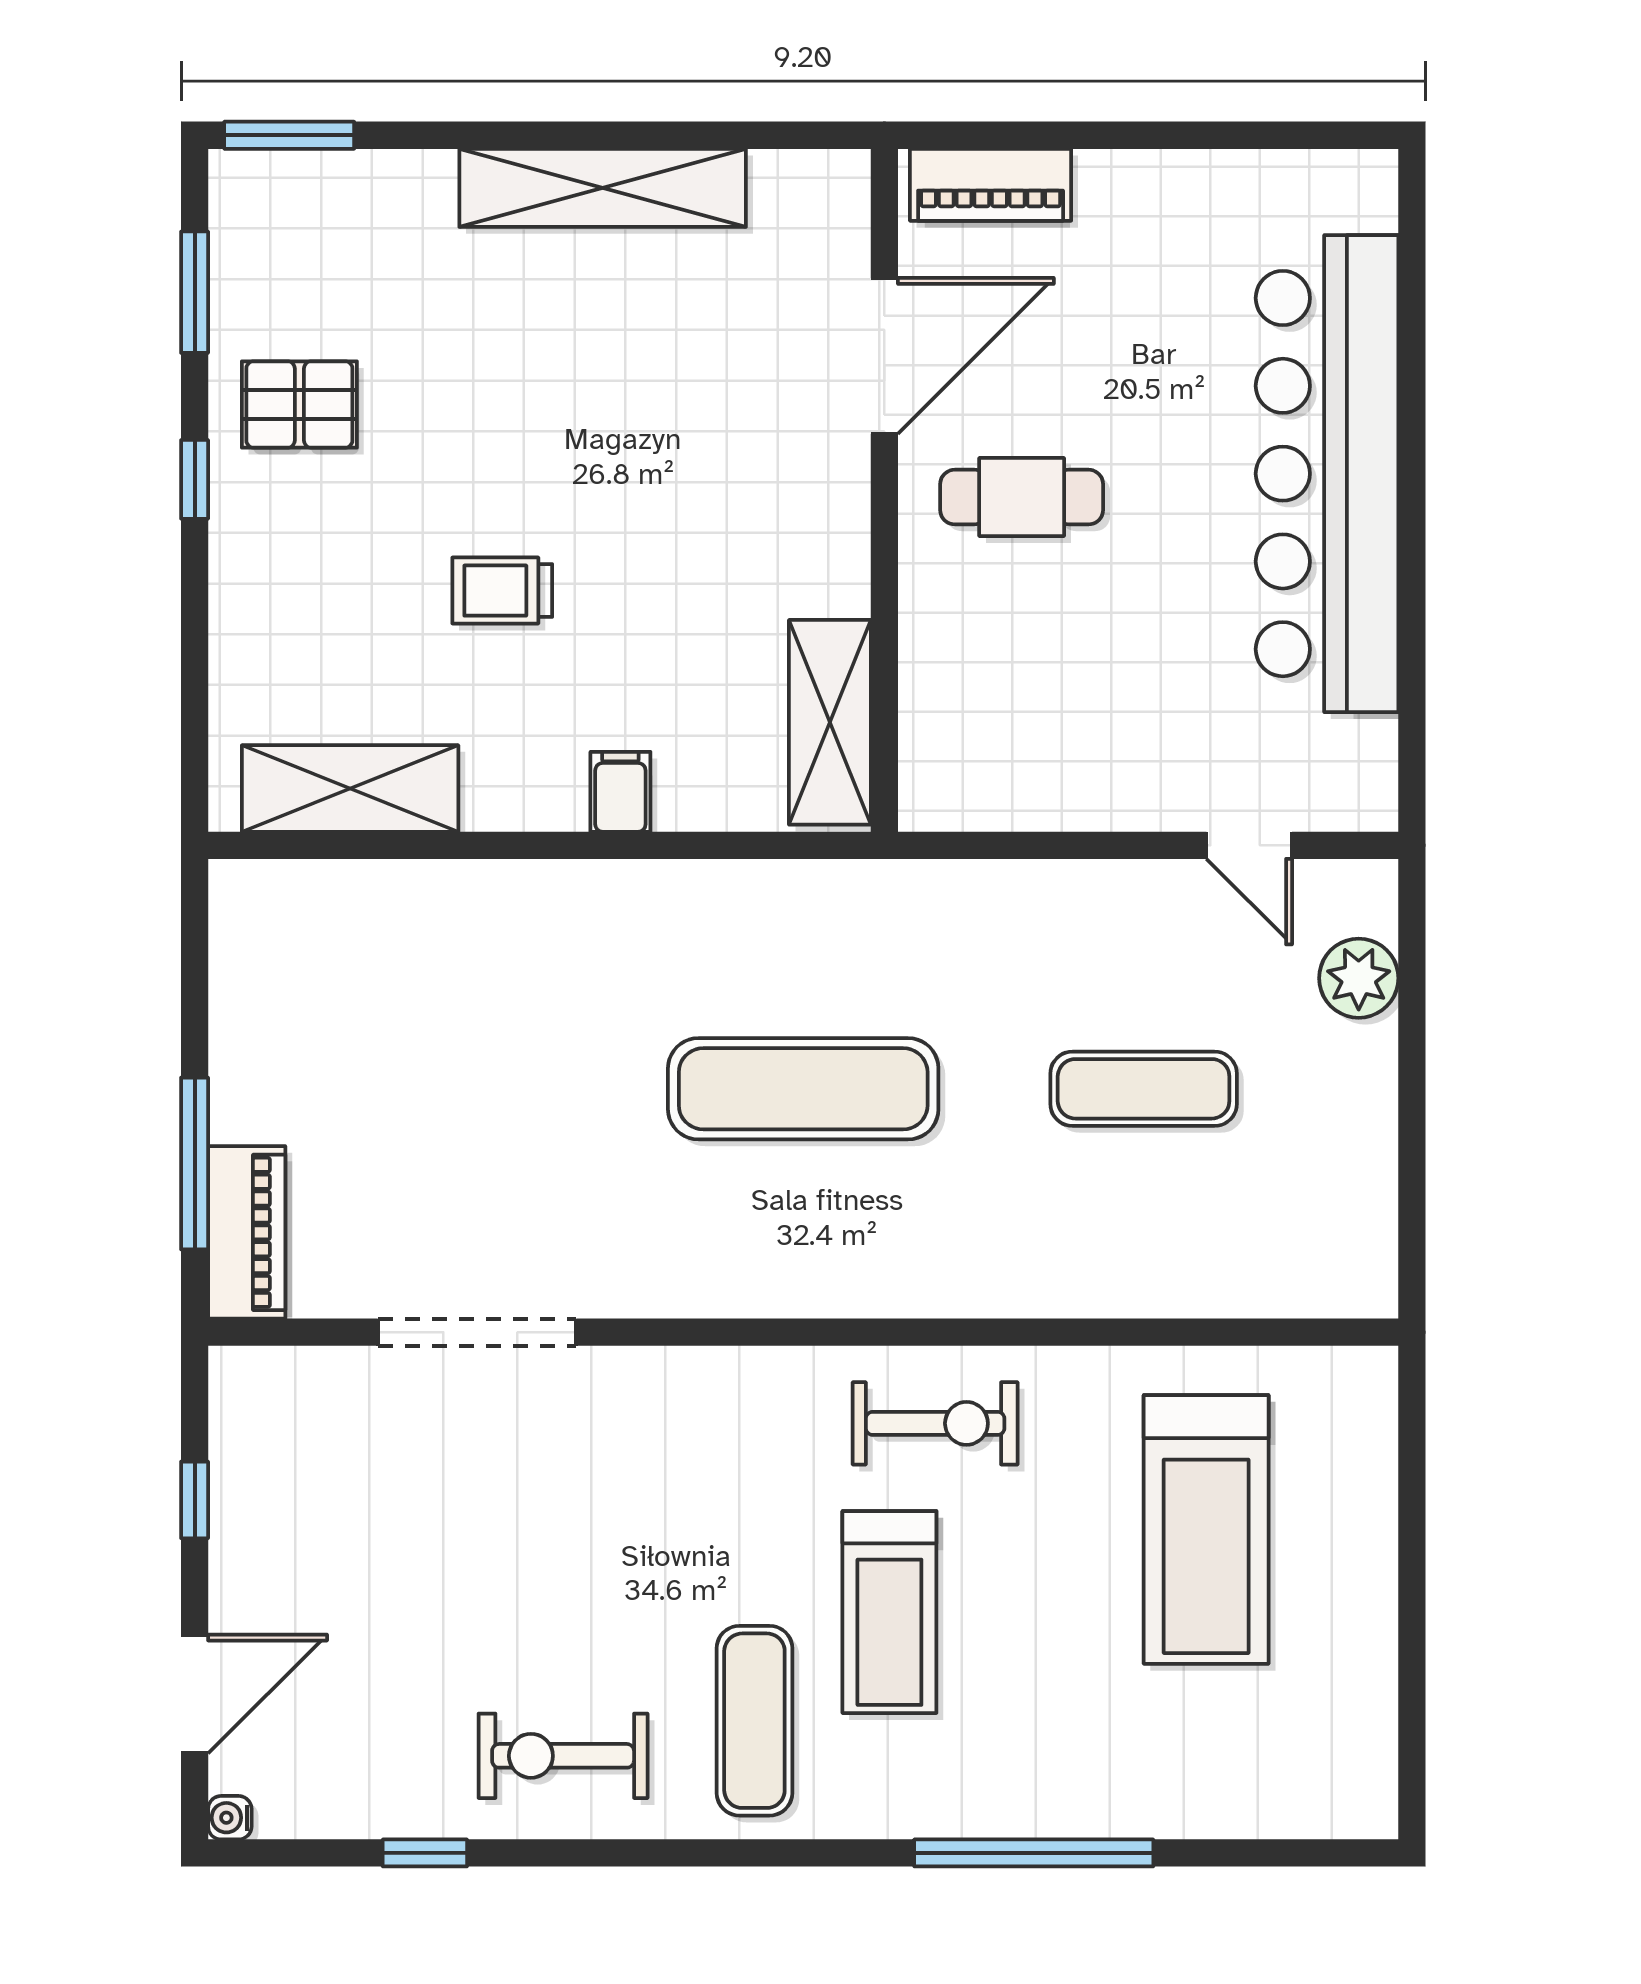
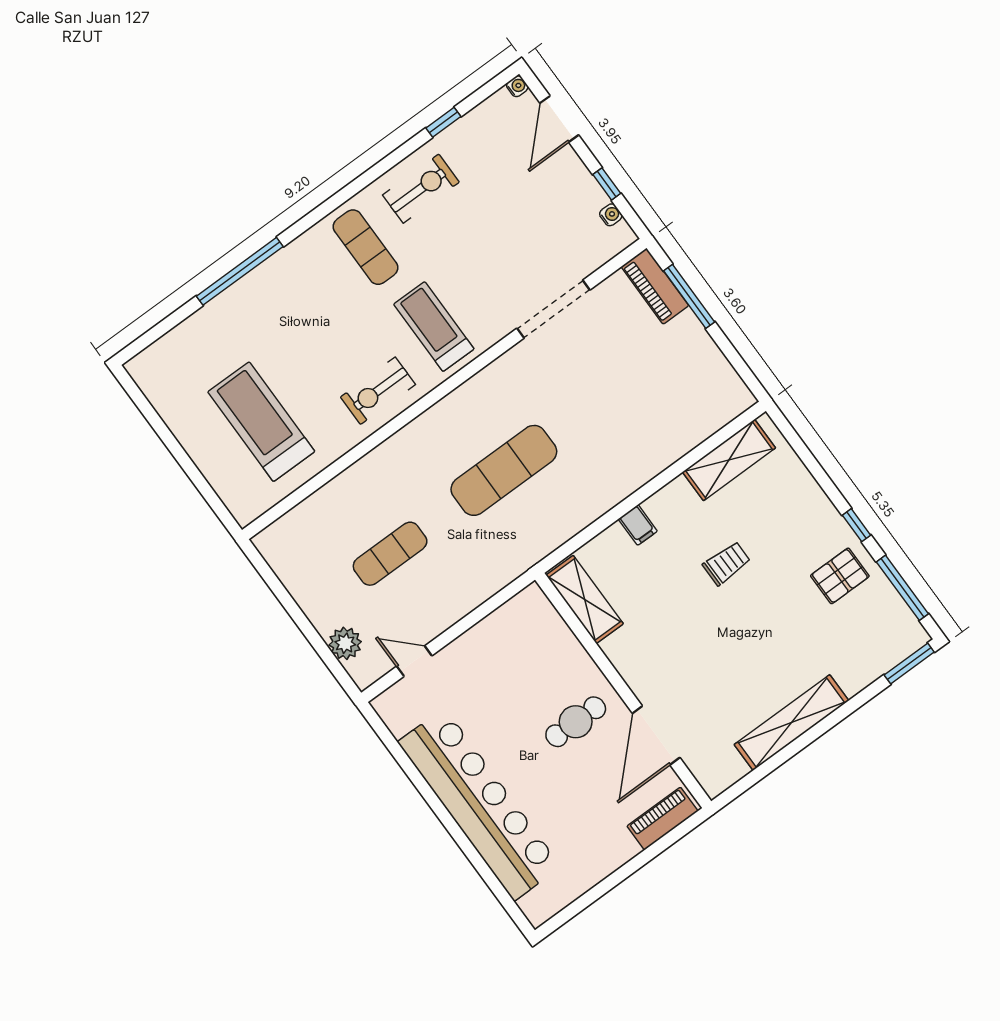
window: (195, 292) -> (902, 588), width x1.44
water cooler: (231, 1434) -> (611, 215), added
treadmill: (889, 1612) -> (434, 326), moved

